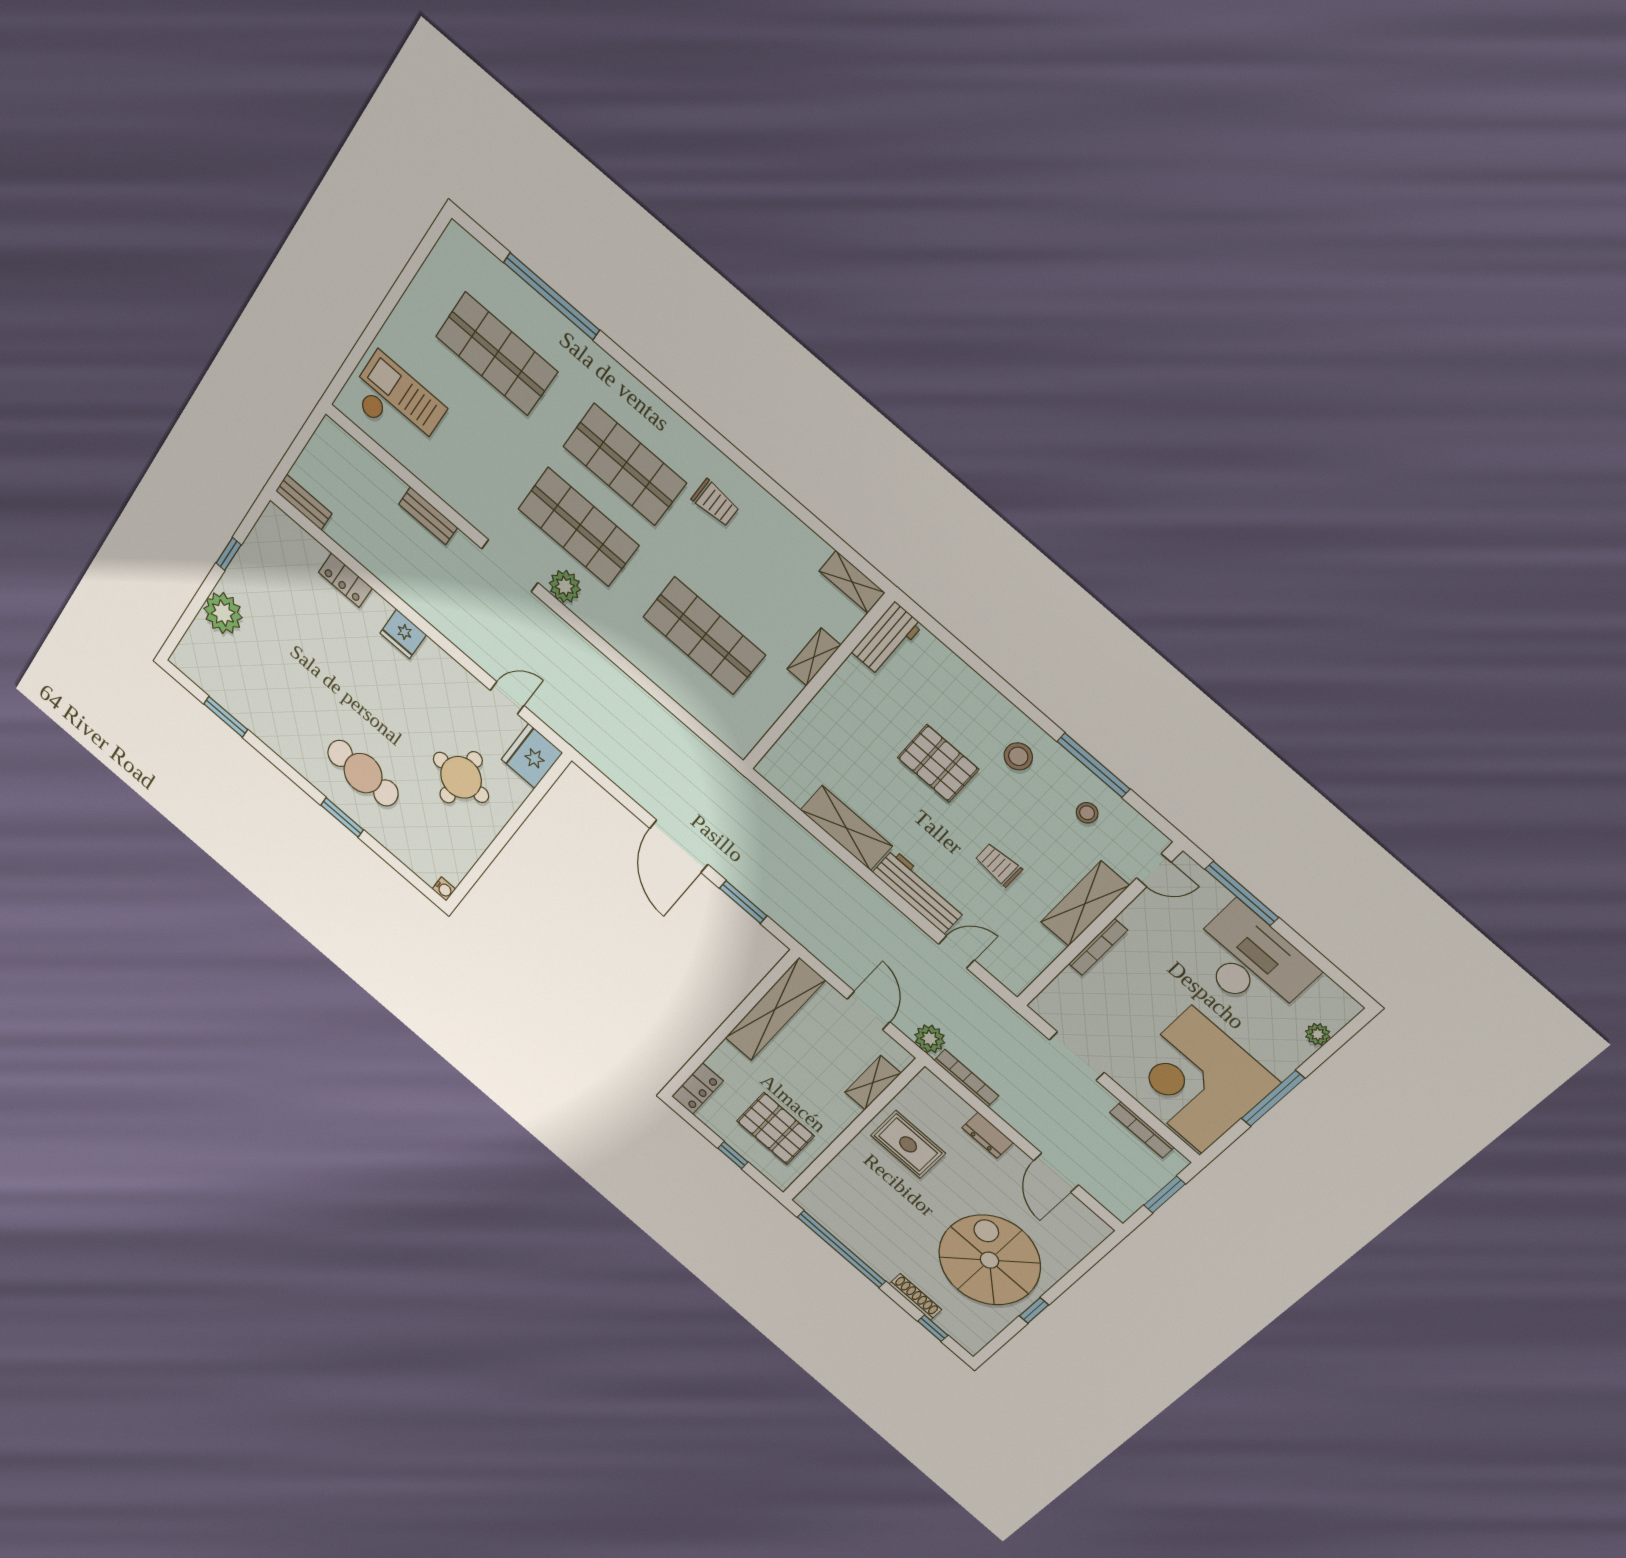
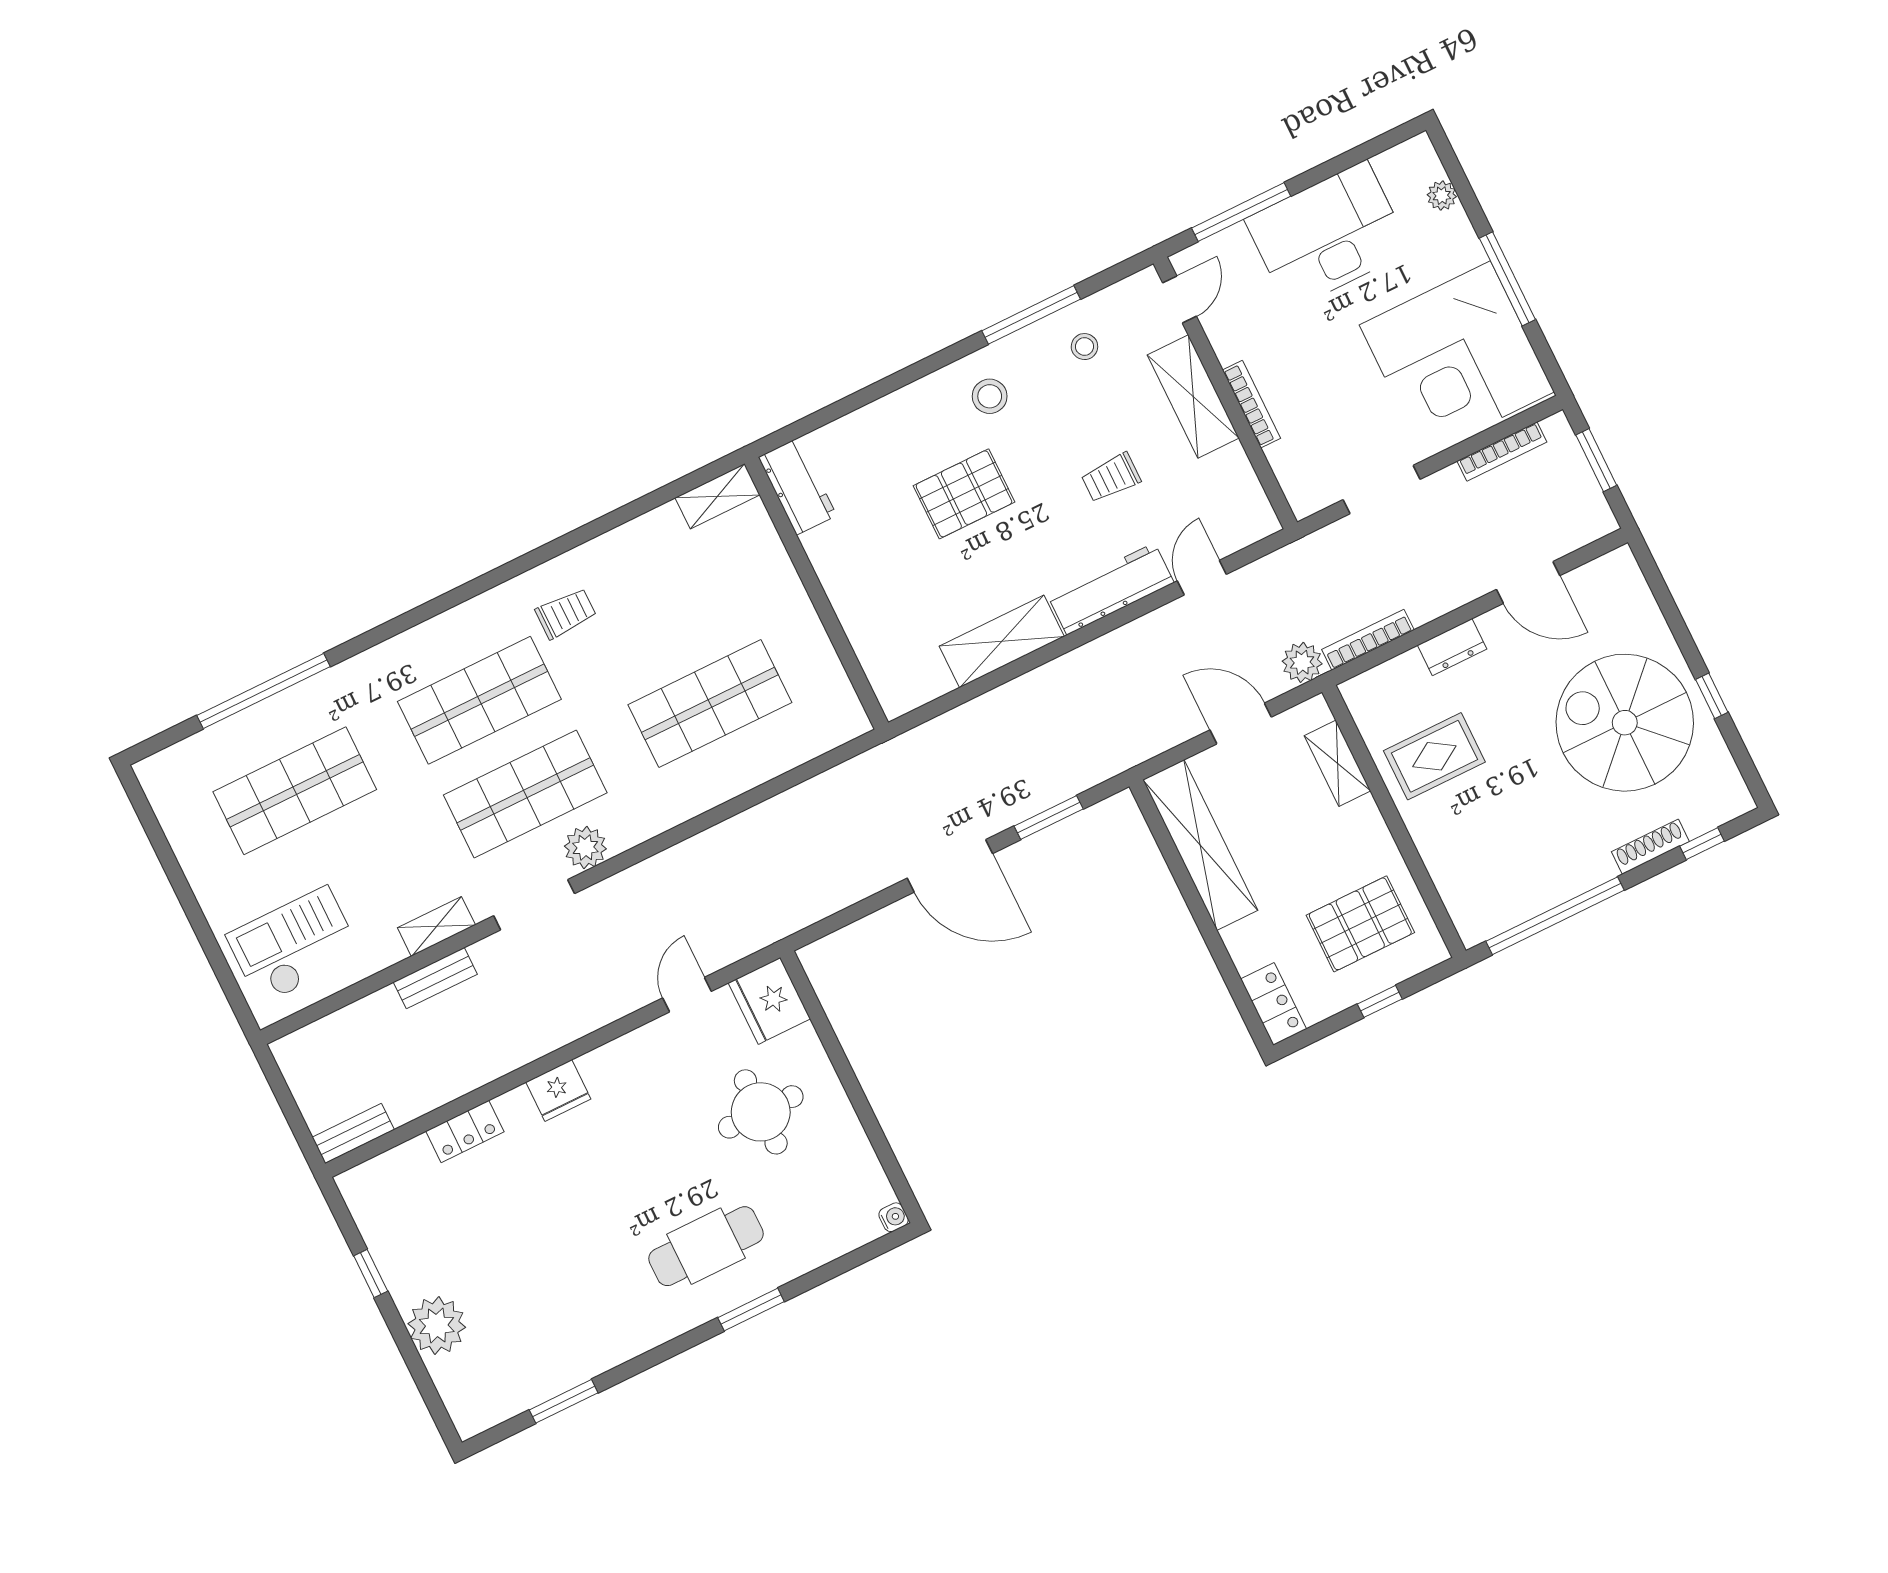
shelving: (814, 657) -> (436, 926), moved, turned 90

